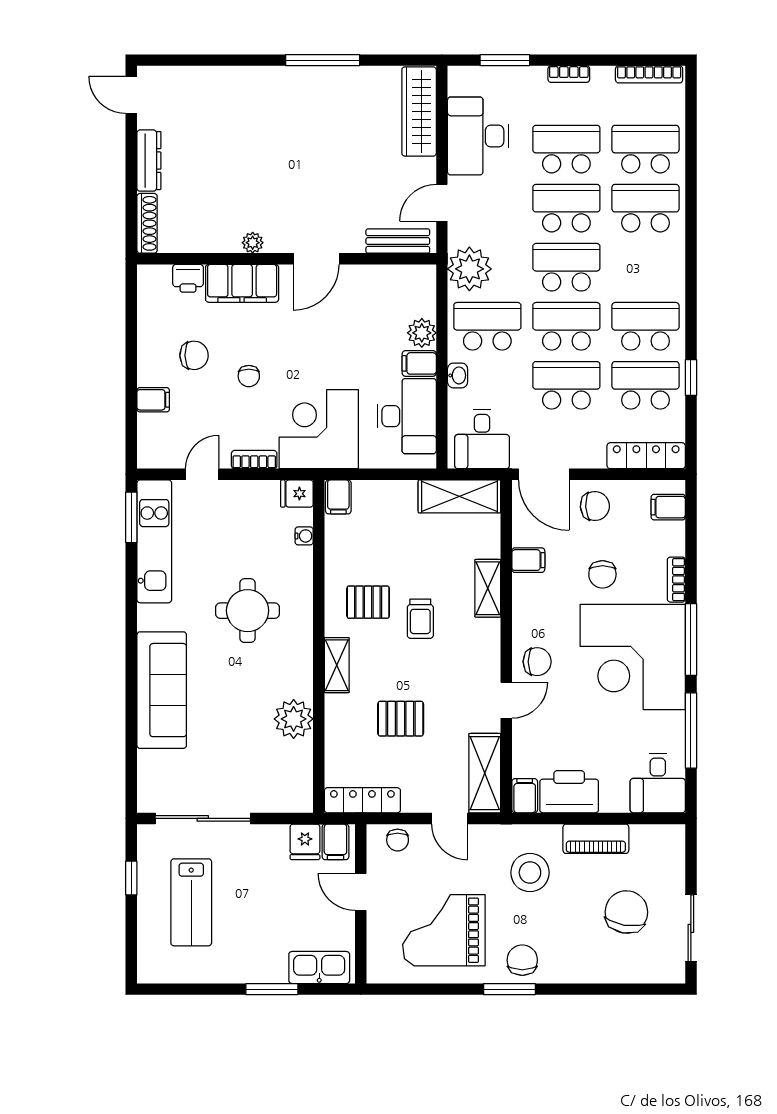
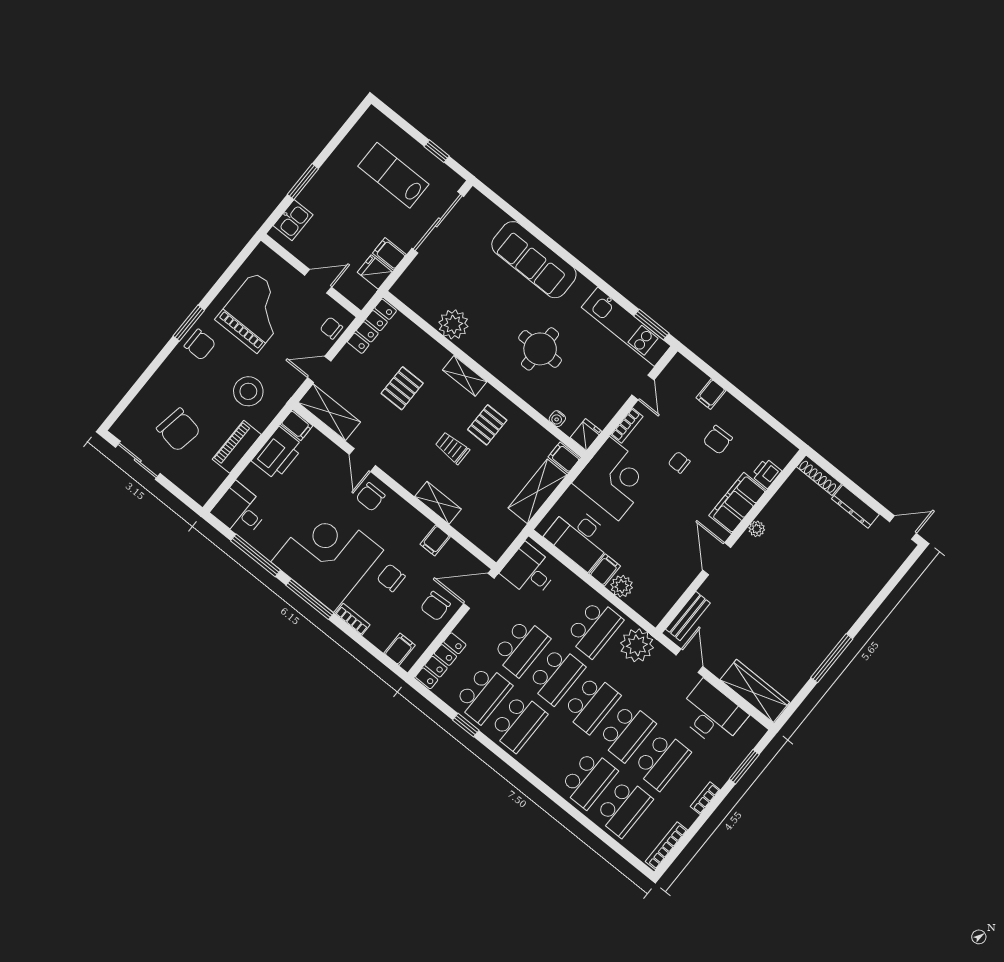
washbasin: (458, 375) -> (579, 587), removed
shelving: (459, 496) -> (537, 491), moved
filing cabinet: (335, 842) -> (389, 254), moved
kitchen sink: (319, 968) -> (293, 220), width x0.73

